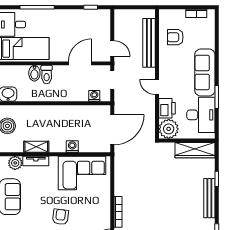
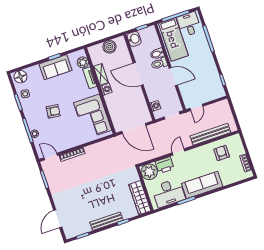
door: (80, 63) -> (173, 77), moved
door: (51, 103) -> (138, 74), added
washing machine: (72, 147) -> (106, 89), moved

